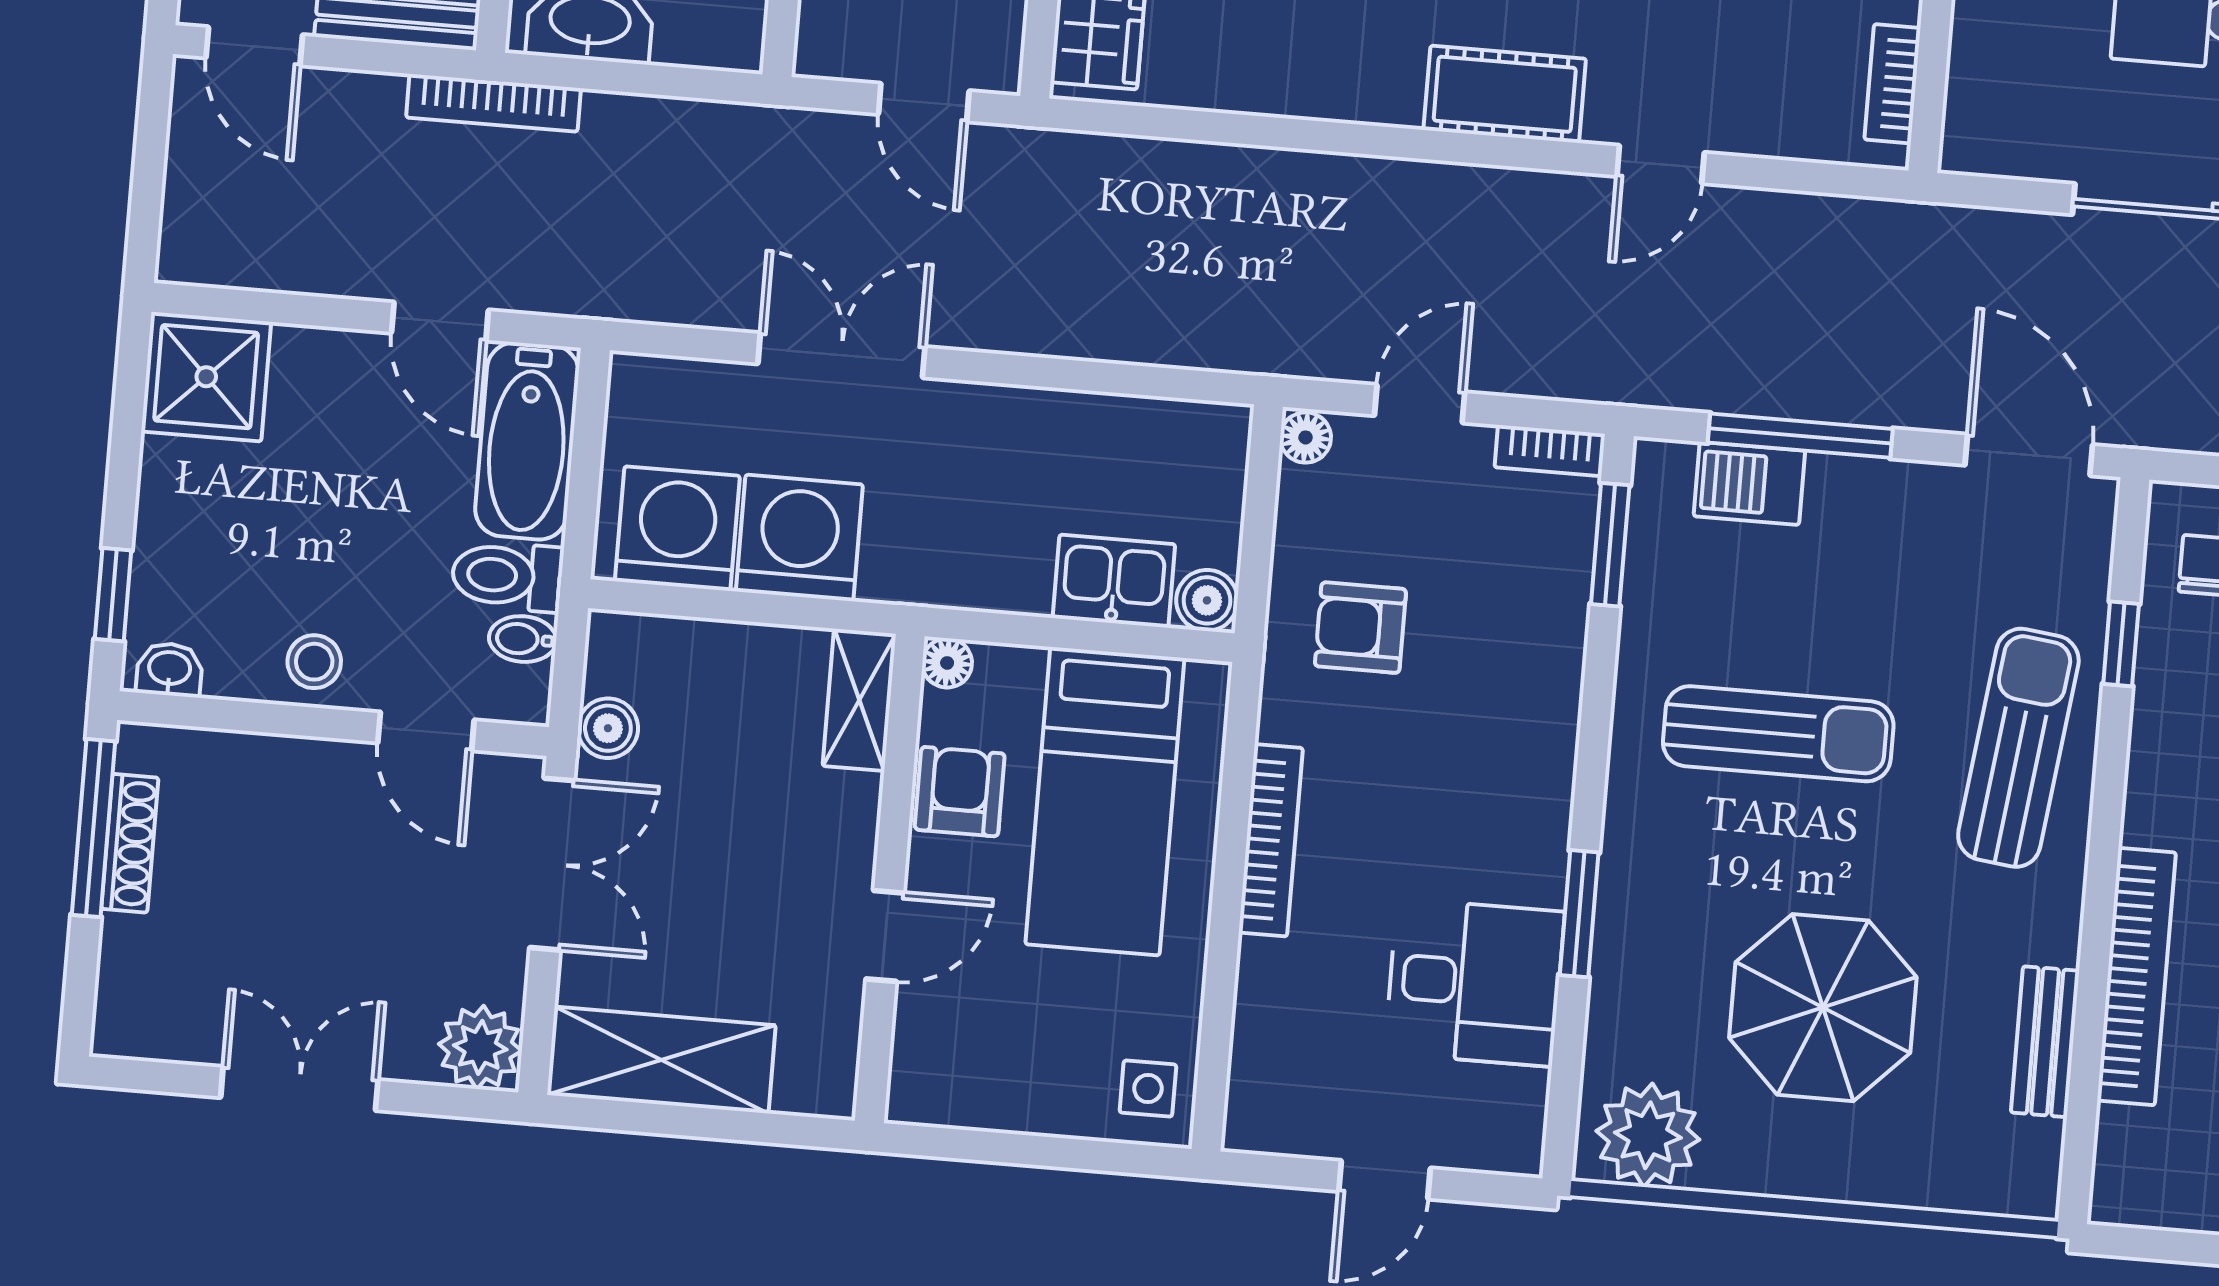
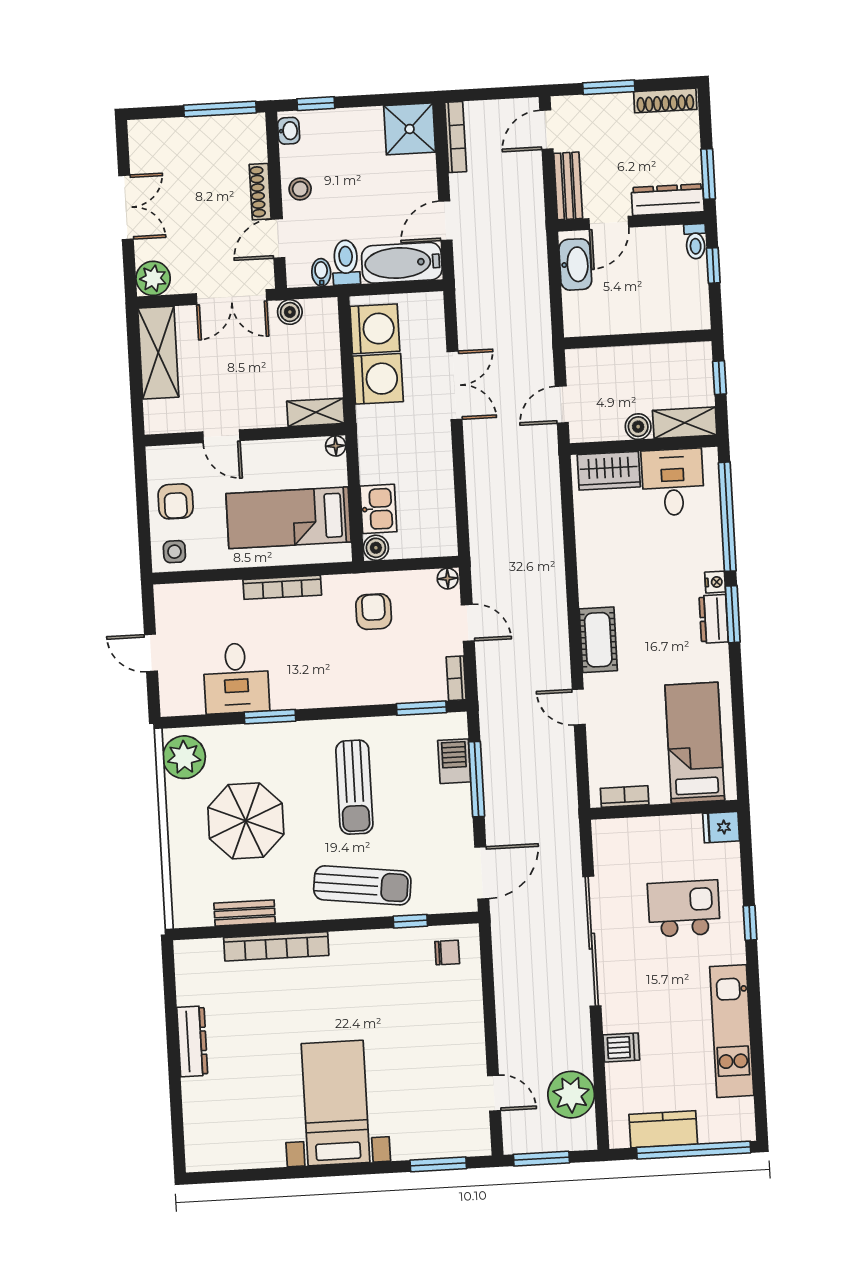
bookcase: (494, 103) -> (456, 137), moved, turned 180
armchair: (960, 792) -> (176, 501), moved, turned 90
shoe rack: (130, 843) -> (260, 192), moved, turned 90

